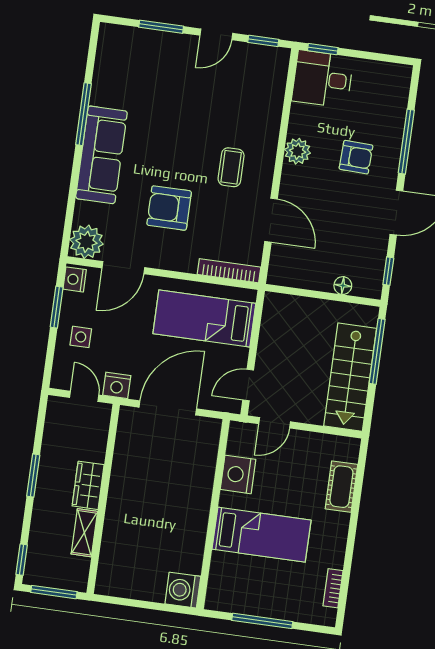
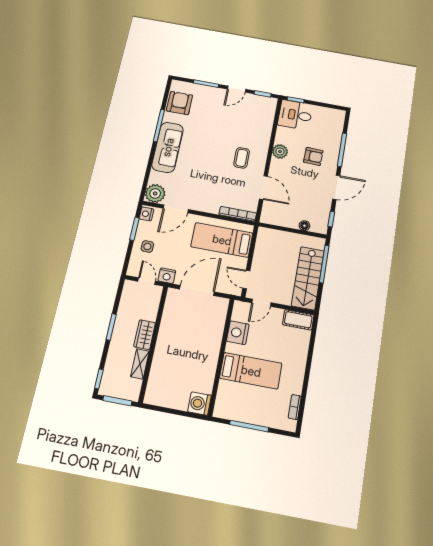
armchair: (169, 208) -> (179, 103), moved, turned 90
door: (248, 385) -> (246, 280), hinge flipped
cot: (341, 487) -> (298, 320), moved, turned 90

